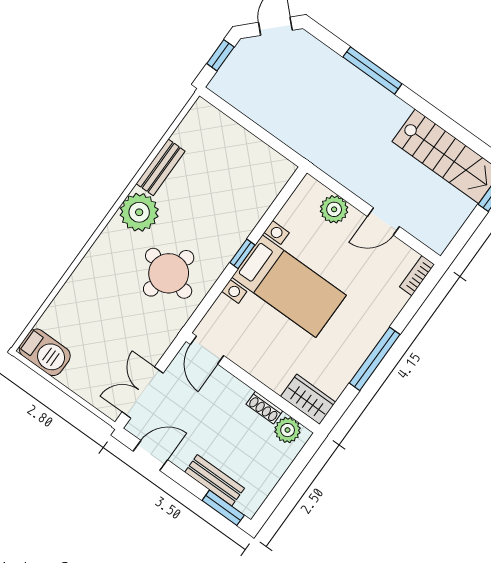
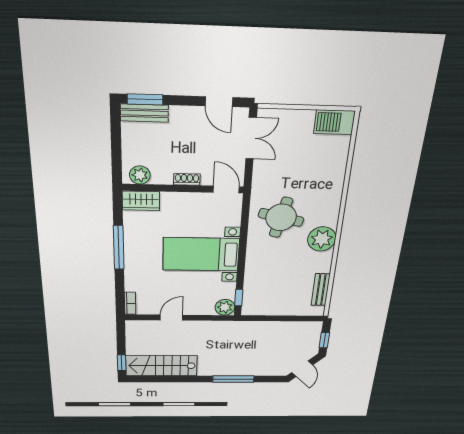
bench: (161, 167) -> (321, 290), moved
plant: (334, 209) -> (225, 307), moved
window: (242, 254) -> (239, 298), moved
shoe rack: (264, 408) -> (187, 179), moved
door: (150, 455) -> (219, 102), hinge flipped
bench: (215, 480) -> (144, 113), moved

